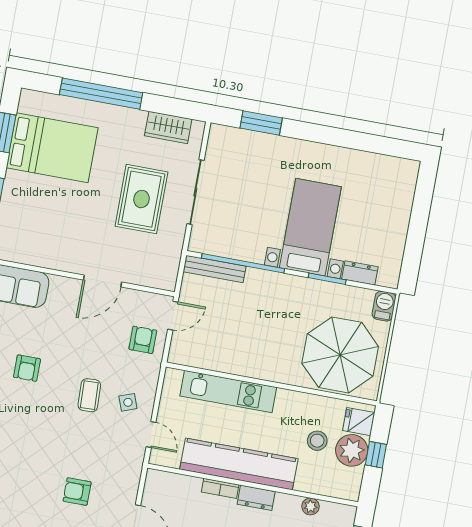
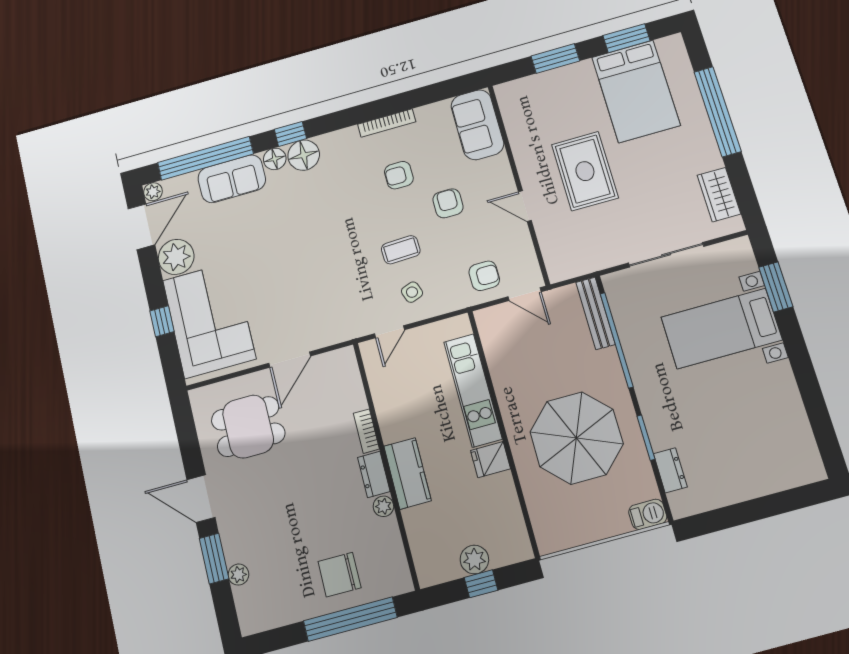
rug: (141, 199) -> (585, 171), moved, turned 90
bed with nightstands: (310, 227) -> (721, 328), moved, turned 180
door: (102, 281) -> (525, 206), width x0.73
parasol: (340, 355) -> (576, 438), moved
fridge: (359, 422) -> (490, 460), moved, turned -90
stool: (317, 441) -> (466, 511), removed
plant: (352, 450) -> (474, 560), width x0.73, depth x0.73
kitchen counter: (239, 464) -> (408, 473), width x0.48, depth x0.86
armchair: (77, 492) -> (448, 203), moved
plant: (311, 506) -> (383, 506), moved

